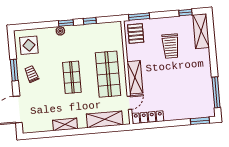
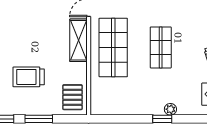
window: (139, 17) -> (39, 119), moved
window: (90, 21) -> (131, 119), removed
trolley: (171, 46) -> (29, 77), turned -90

